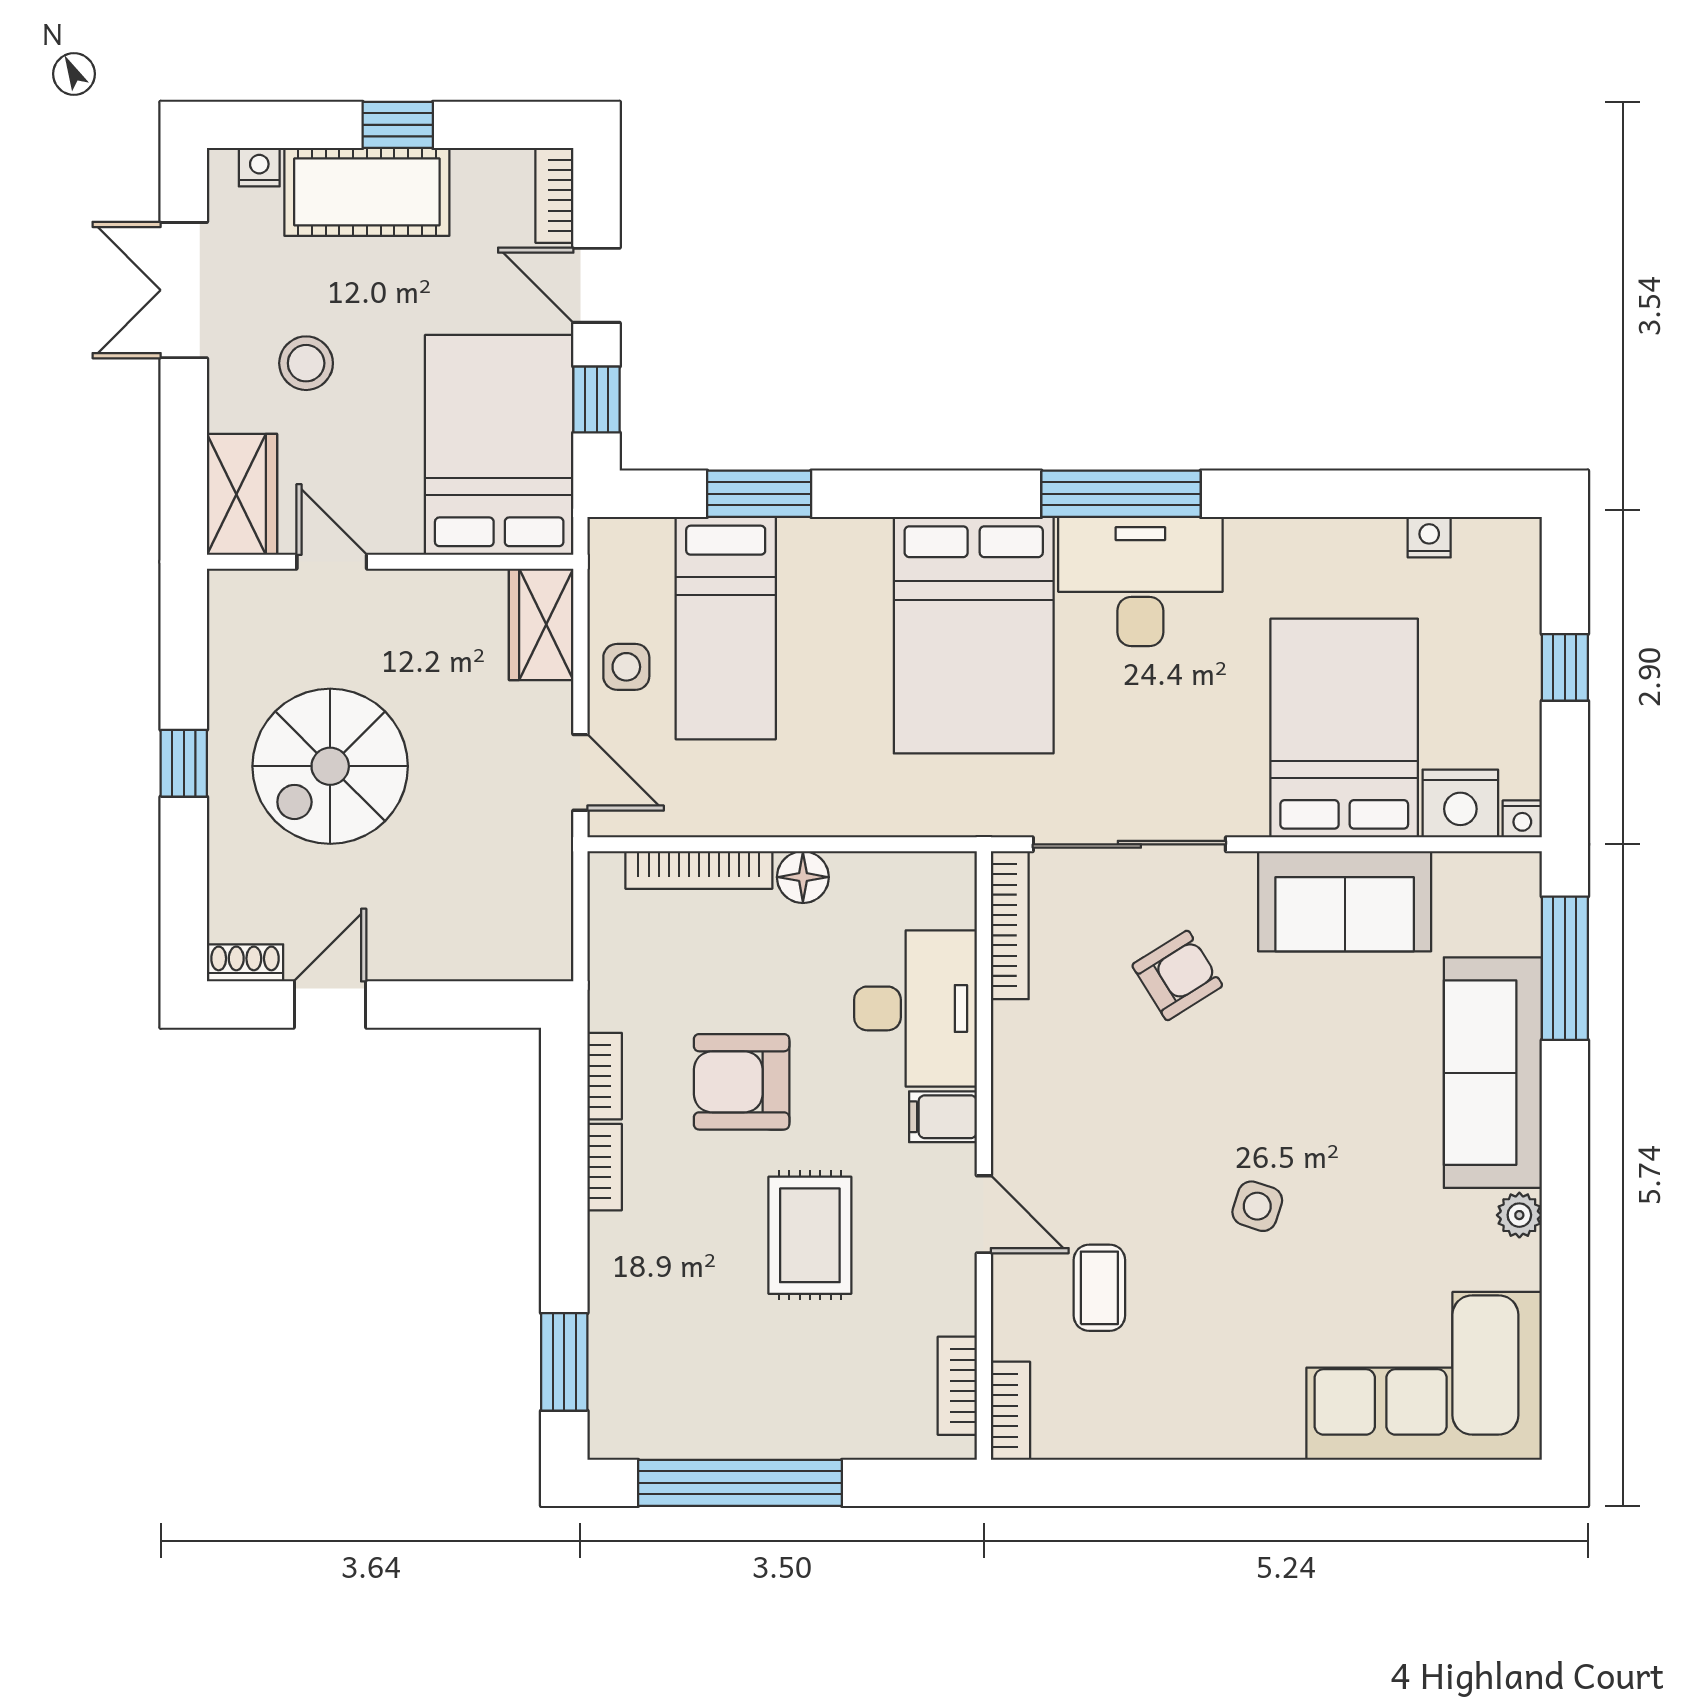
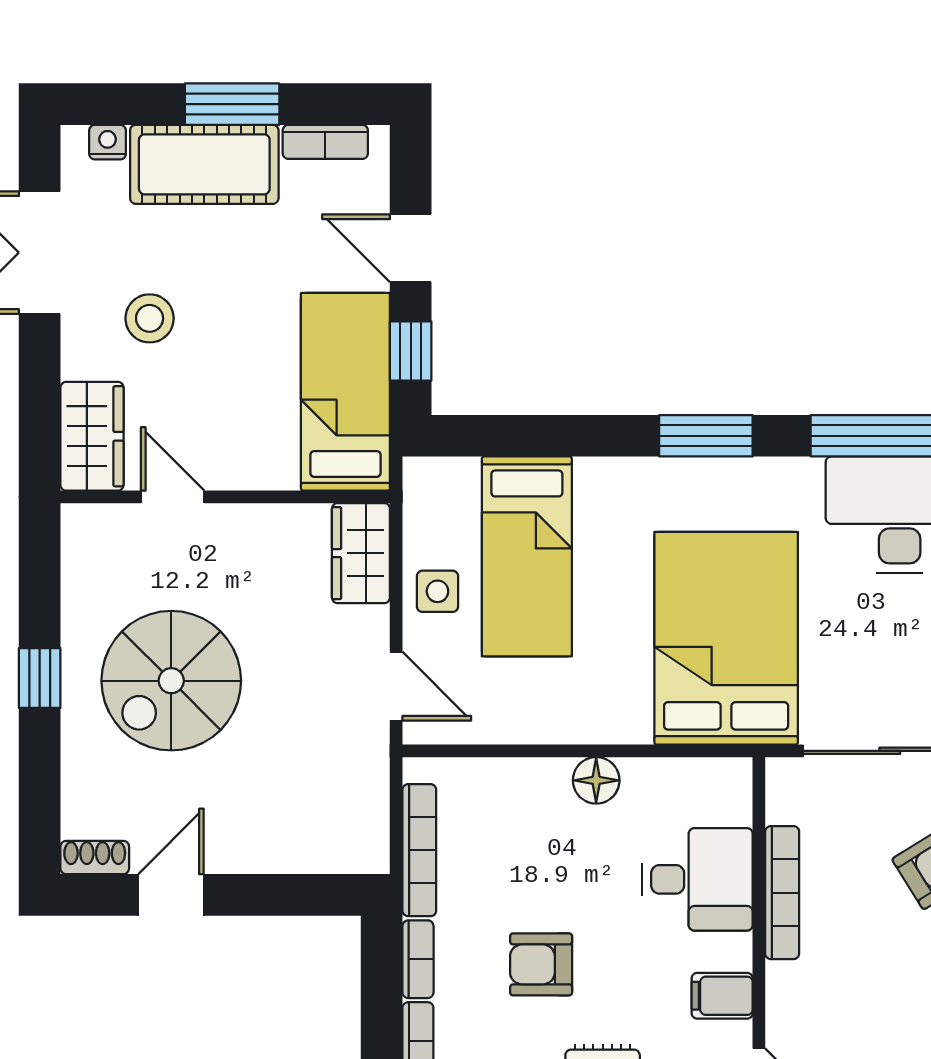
window: (398, 125) -> (232, 104), width x1.50
bookcase: (554, 195) -> (325, 142), moved, turned -90
bed: (499, 445) -> (345, 392), width x0.67
window: (759, 494) -> (706, 436), moved
bed: (974, 635) -> (726, 638), moved, turned 180
bookcase: (699, 870) -> (419, 850), moved, turned -90
bookcase: (1010, 925) -> (782, 893), moved
desk: (916, 1008) -> (697, 879), width x0.73
armchair: (742, 1082) -> (541, 964), width x0.72, depth x0.72

